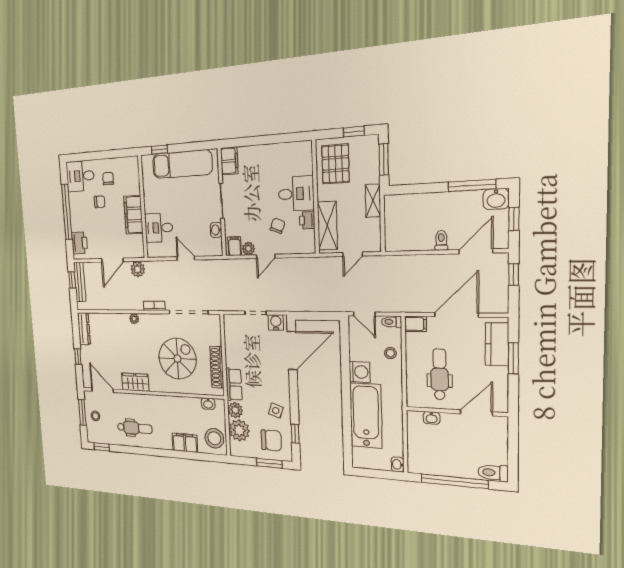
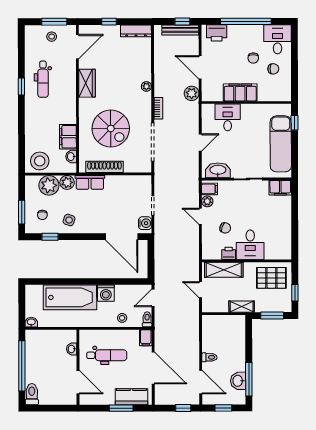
washbasin: (496, 199) -> (238, 381), moved
washbasin: (216, 230) -> (218, 170), width x1.91, depth x1.45
chair: (271, 440) -> (42, 215), width x0.54, depth x0.54
filing cabinet: (185, 443) -> (68, 137), moved, turned 180
window: (102, 447) -> (21, 86), moved

